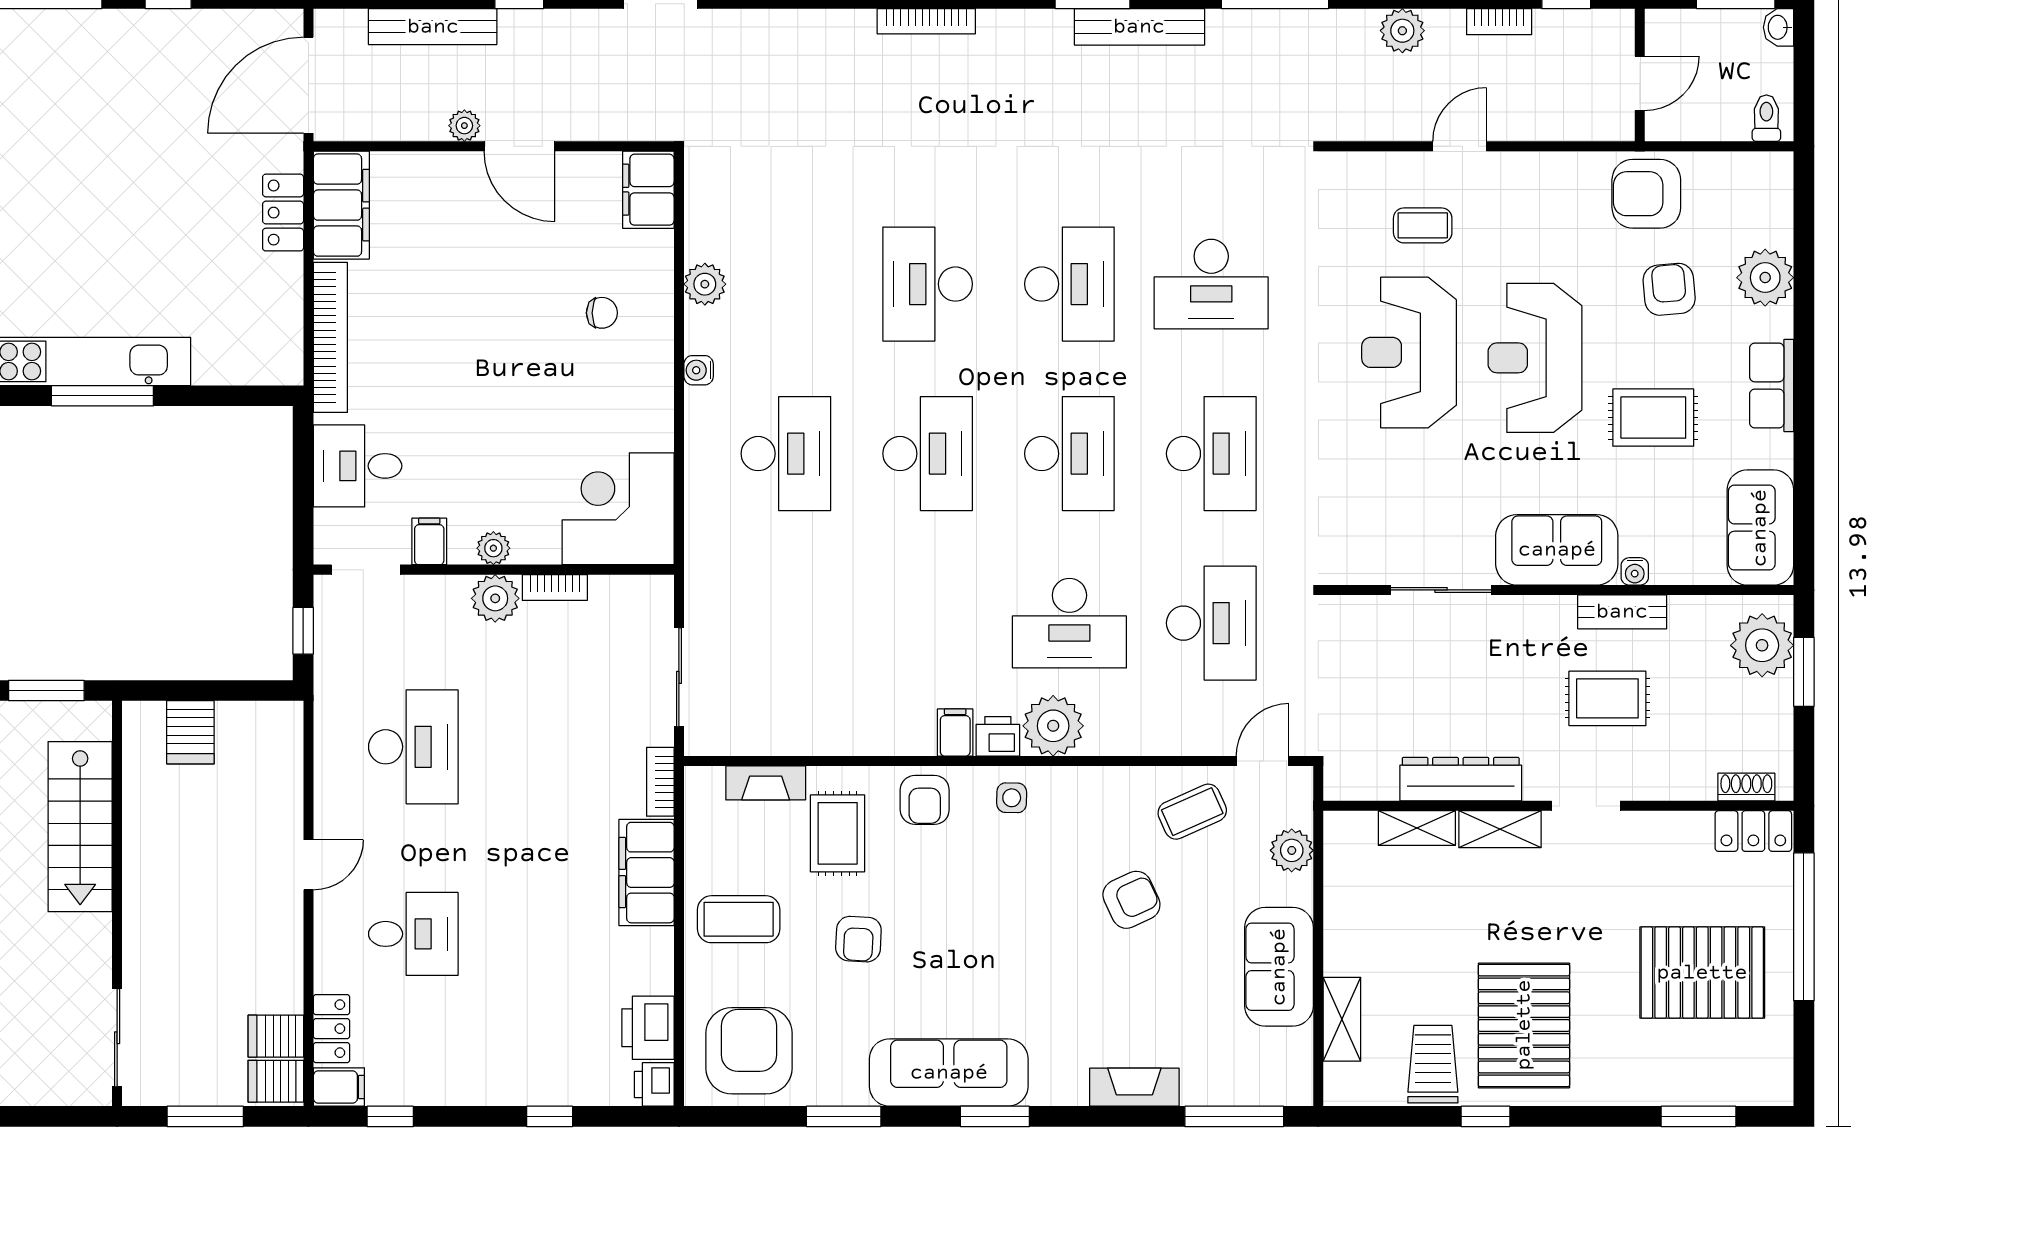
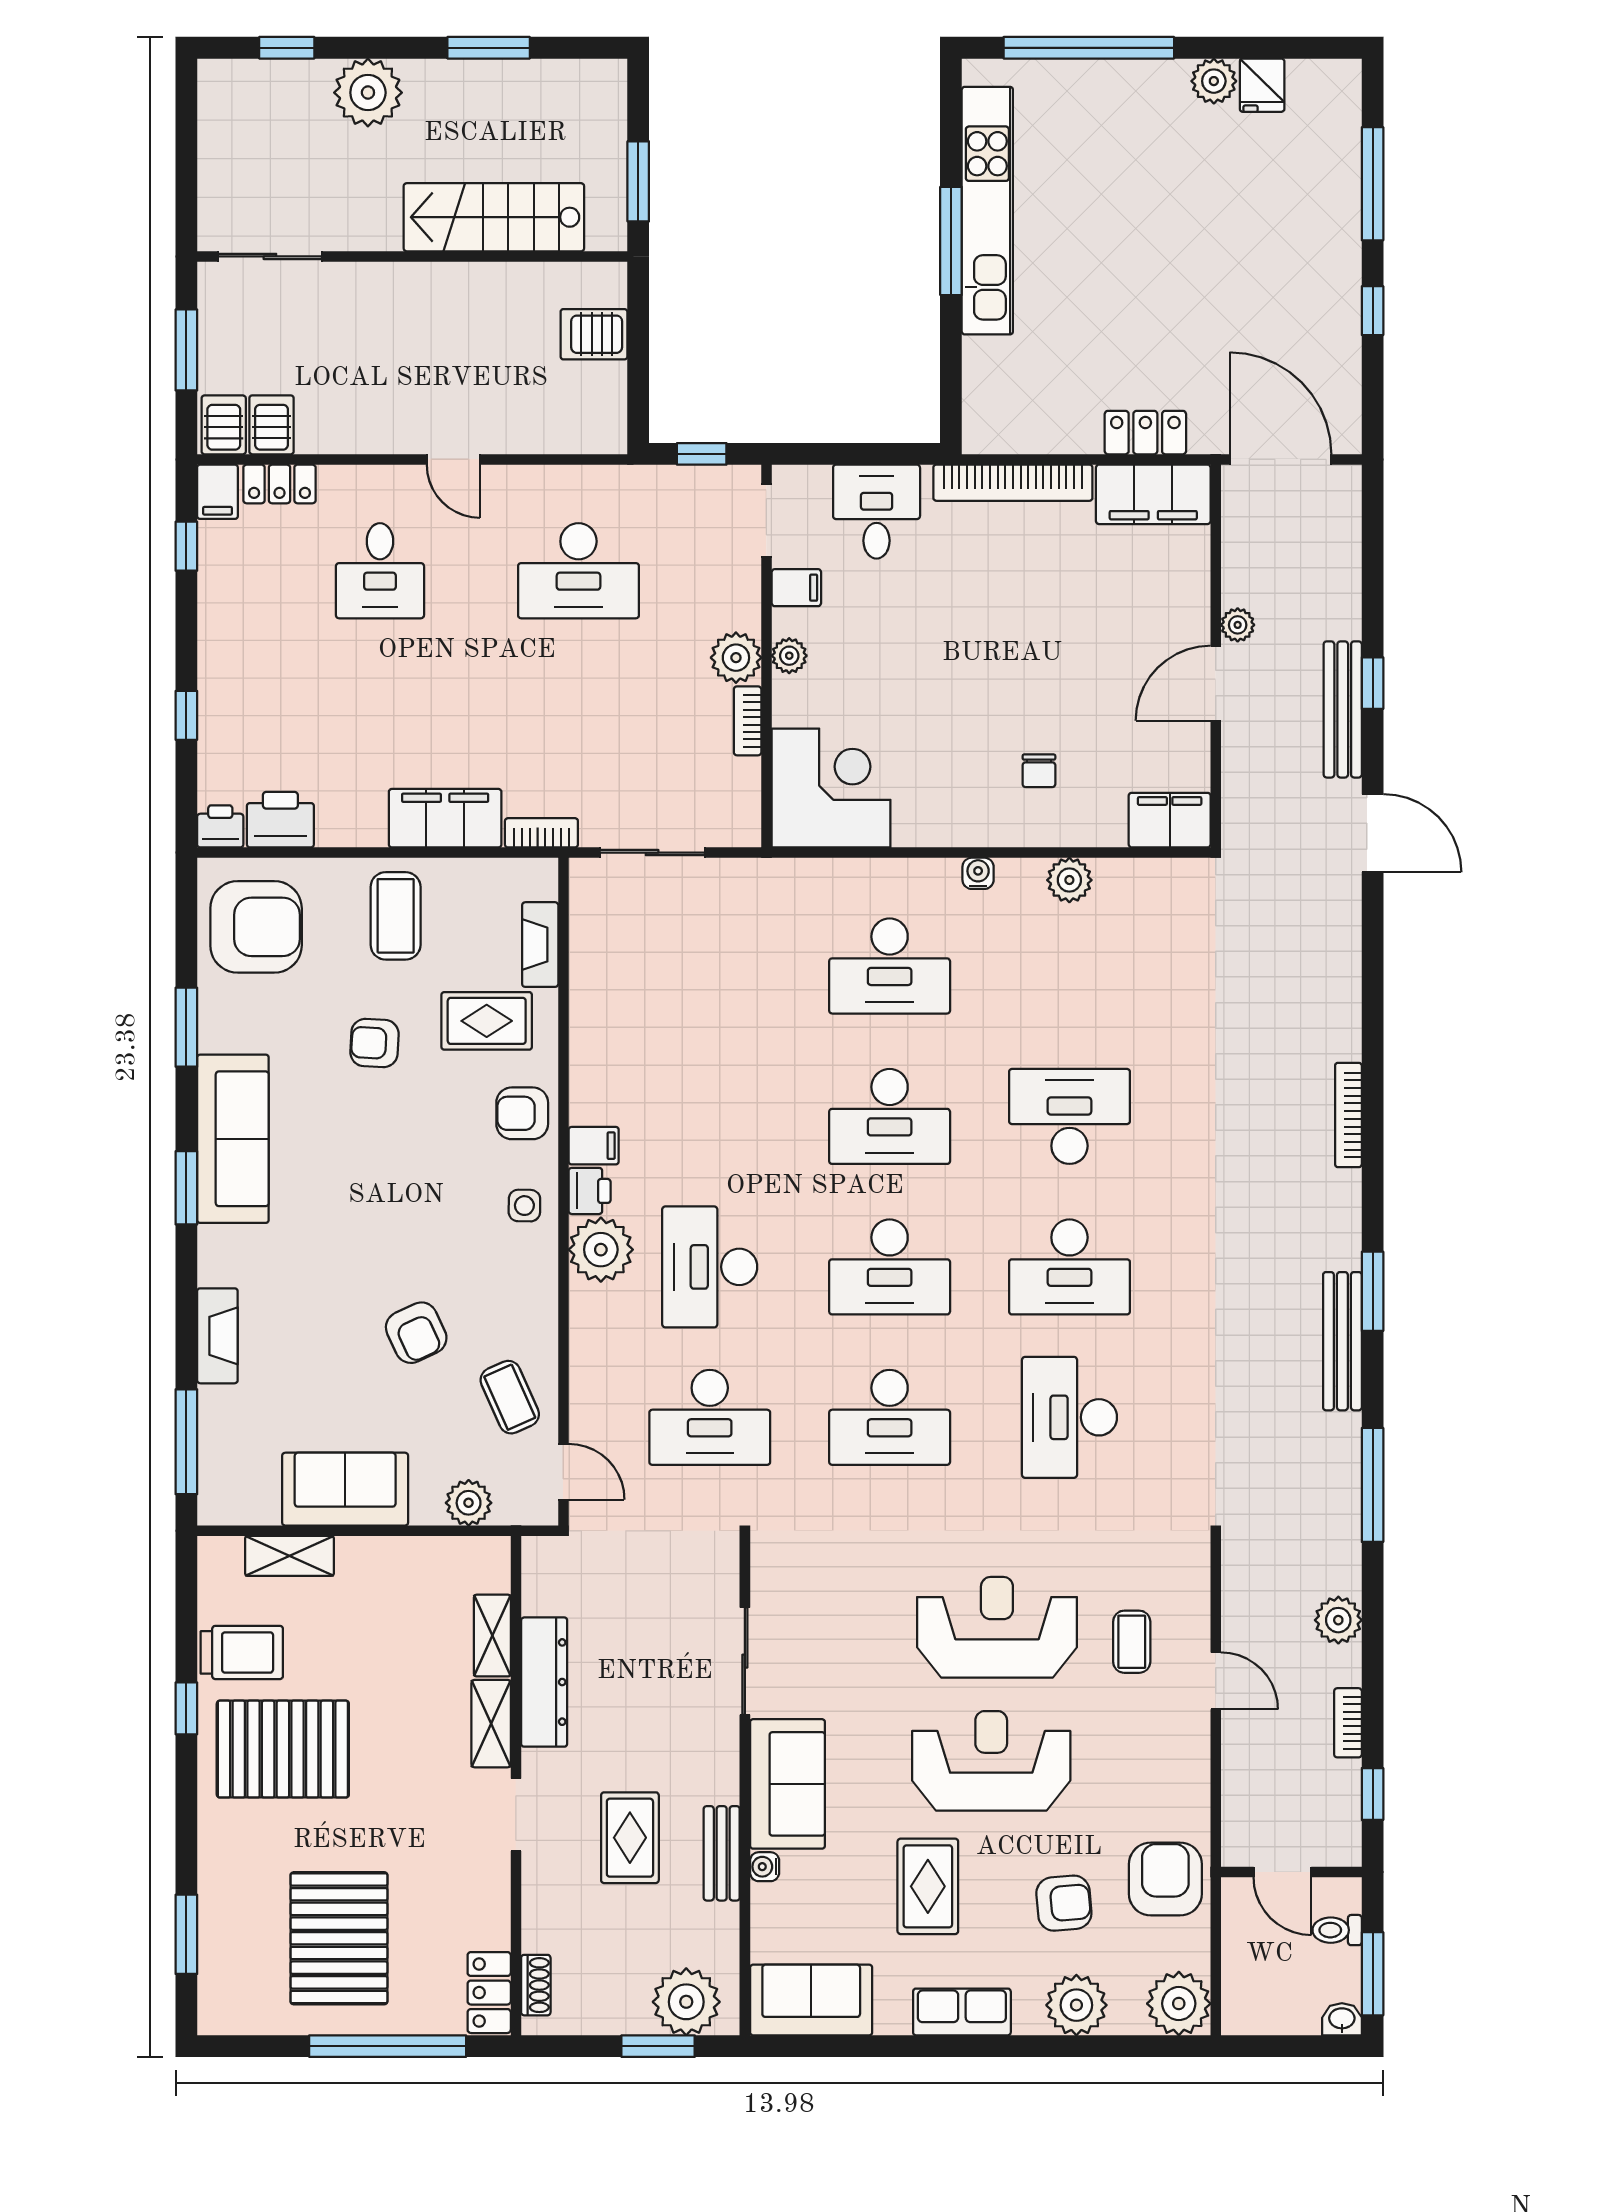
bench: (433, 27) -> (1343, 709), moved
toilet: (1766, 118) -> (1337, 1930), moved, turned 180
plant: (1764, 181) -> (1179, 2004), added

